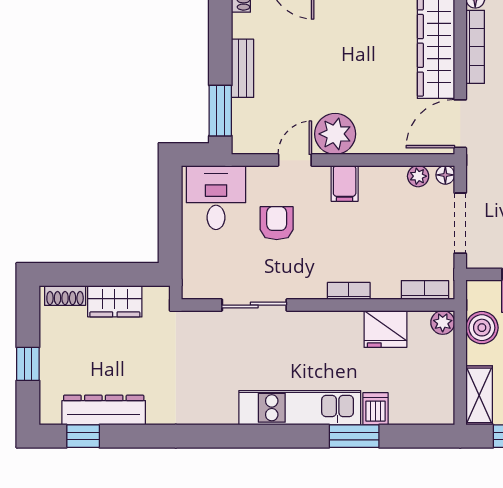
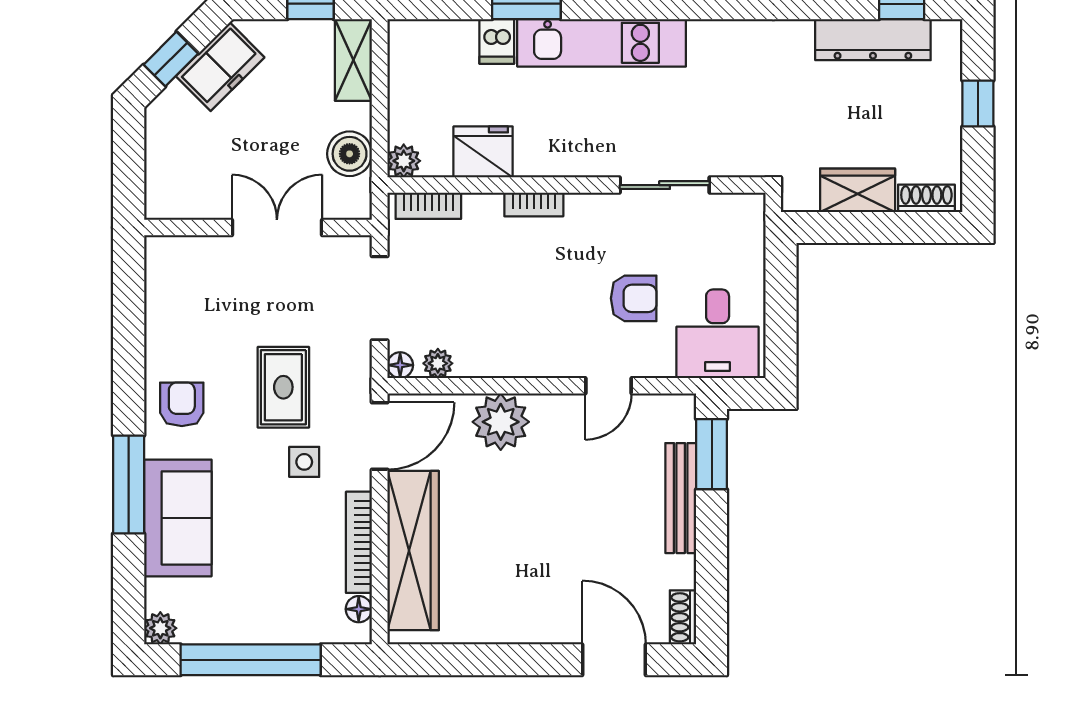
bench: (243, 68) -> (681, 498), width x1.36
plant: (335, 134) -> (501, 422), moved
filing cabinet: (345, 183) -> (540, 353), removed
armchair: (277, 223) -> (634, 298), turned -90

